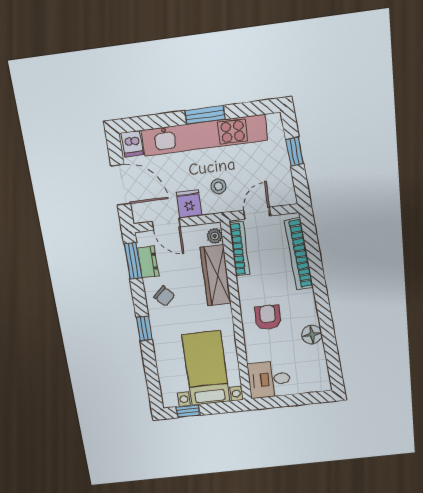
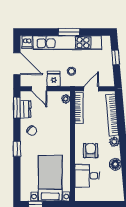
wardrobe: (216, 275) -> (63, 122), removed
plant: (307, 298) -> (114, 142), added
desk: (269, 379) -> (87, 176), moved

